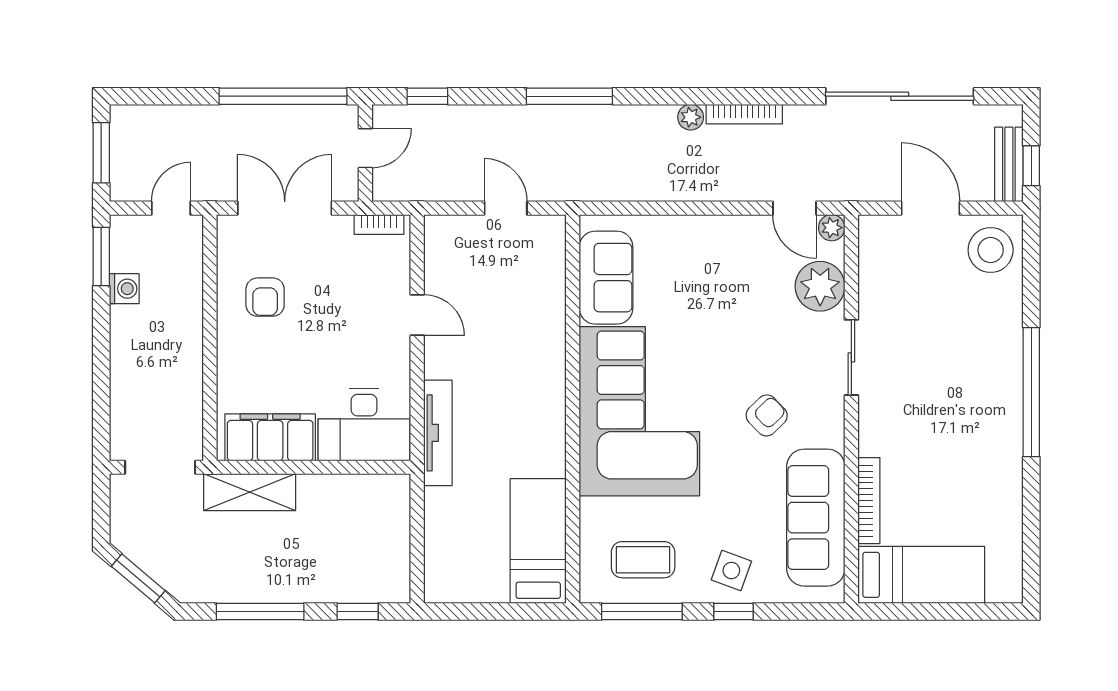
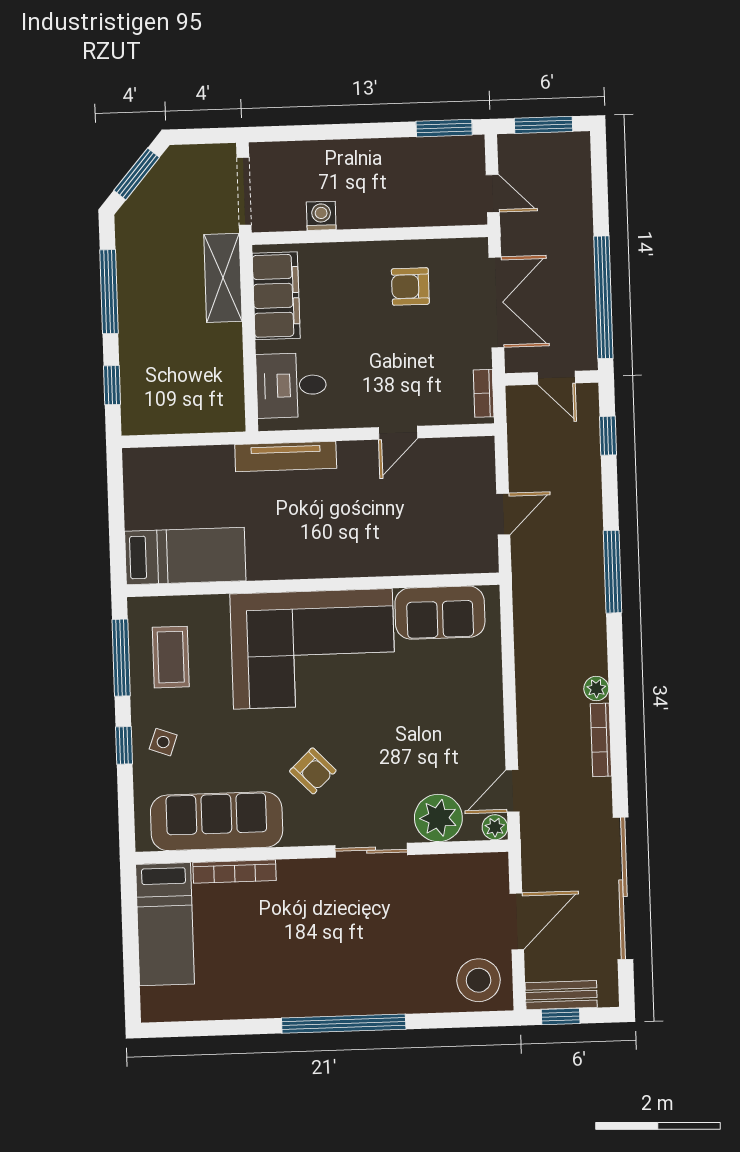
washing machine: (124, 289) -> (321, 216), moved, turned 180
desk: (364, 425) -> (291, 385), width x0.73
side table: (731, 570) -> (163, 742), width x0.73, depth x0.73

